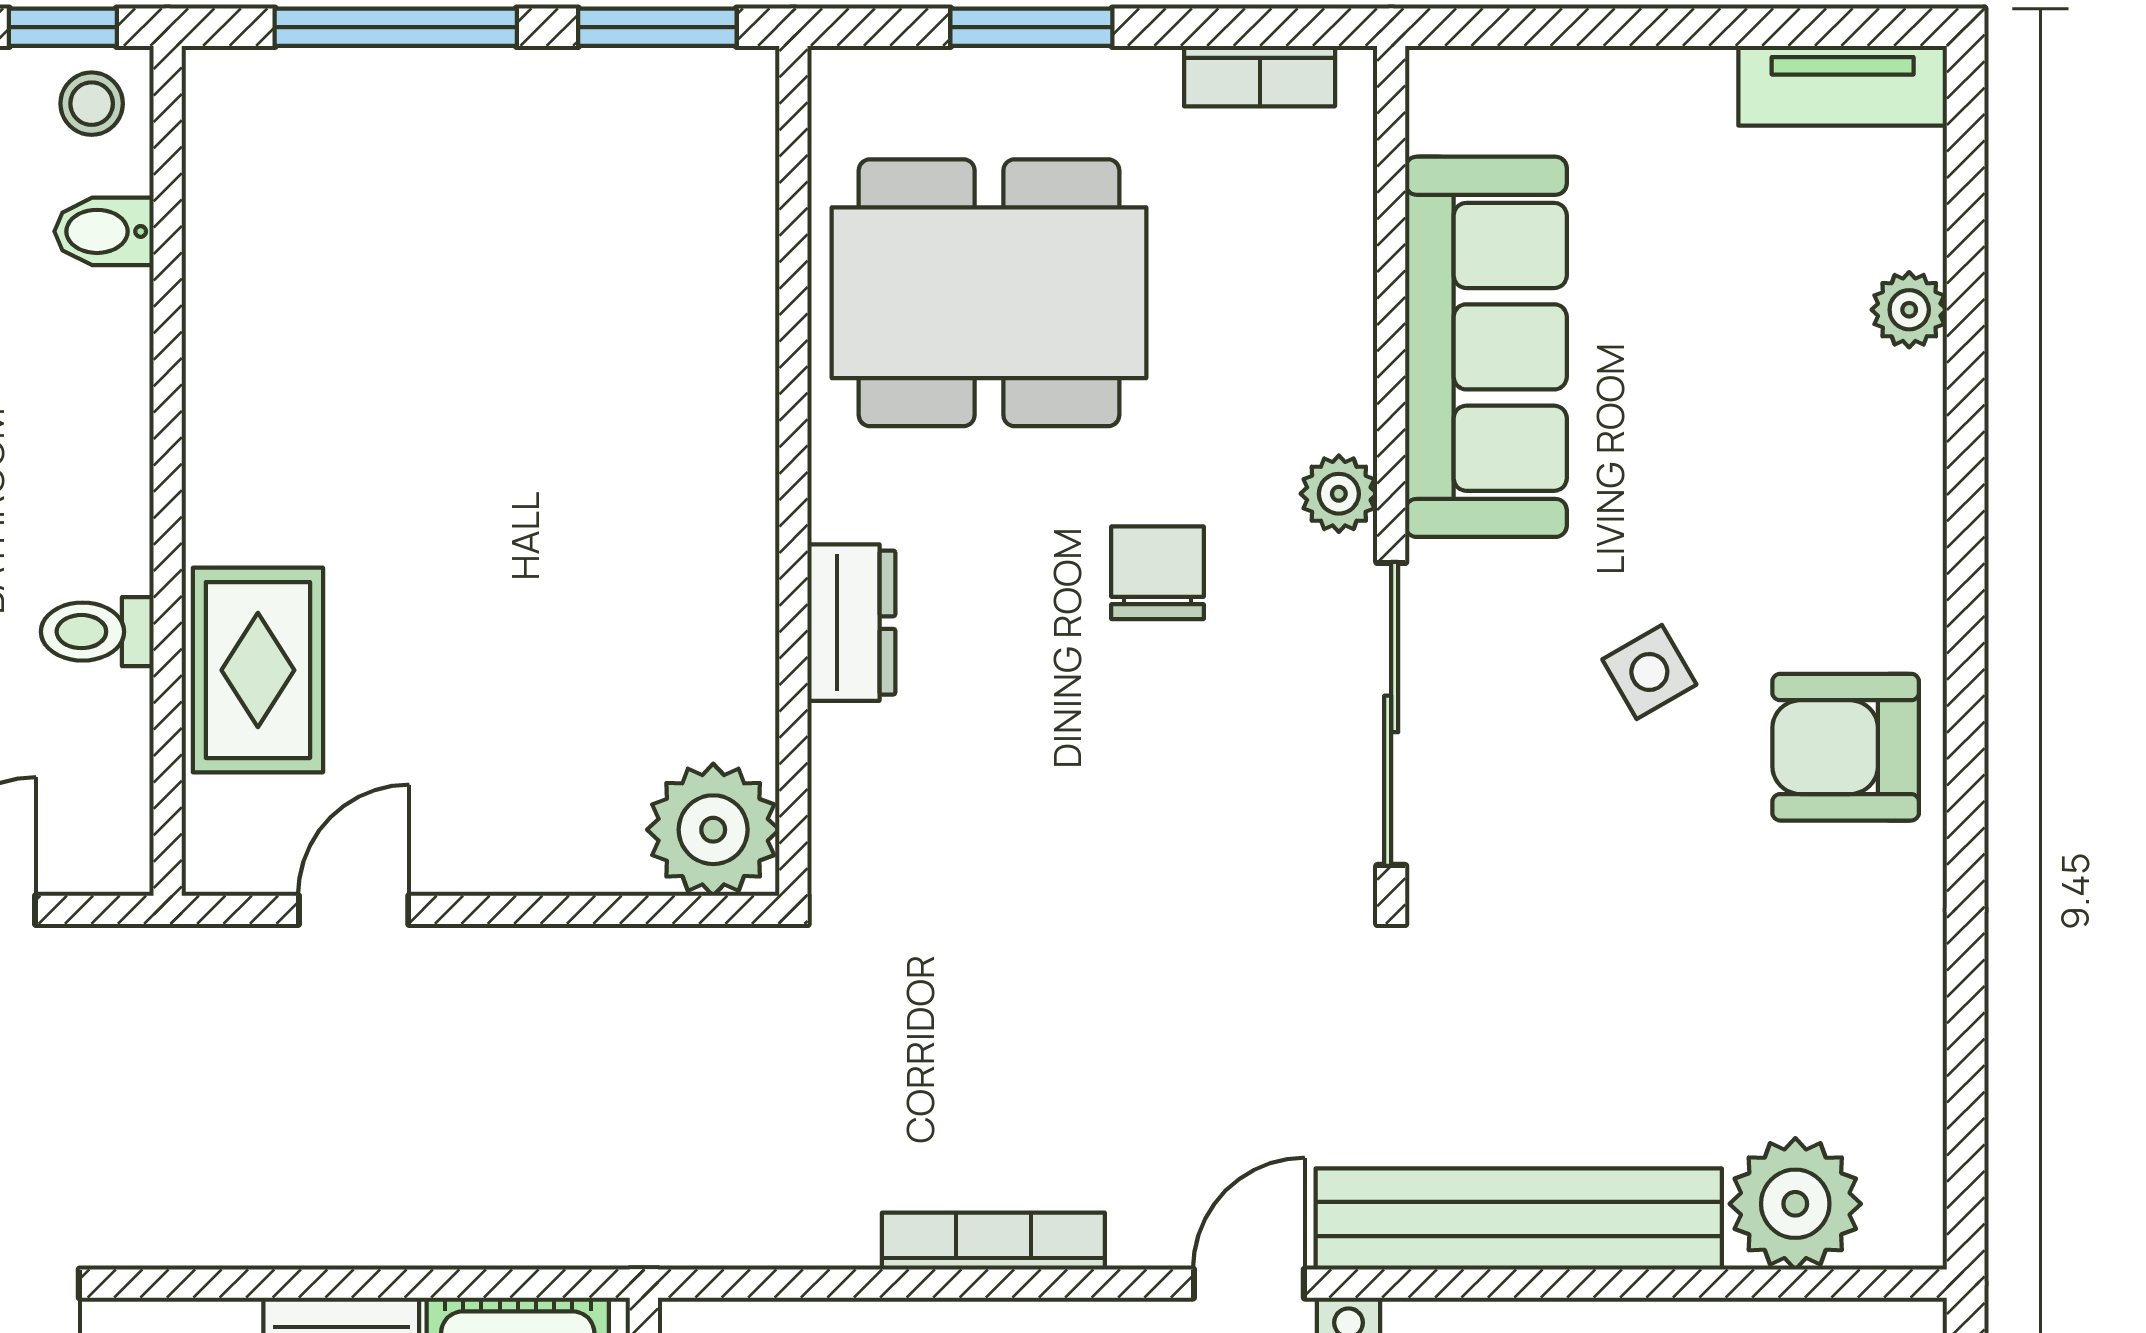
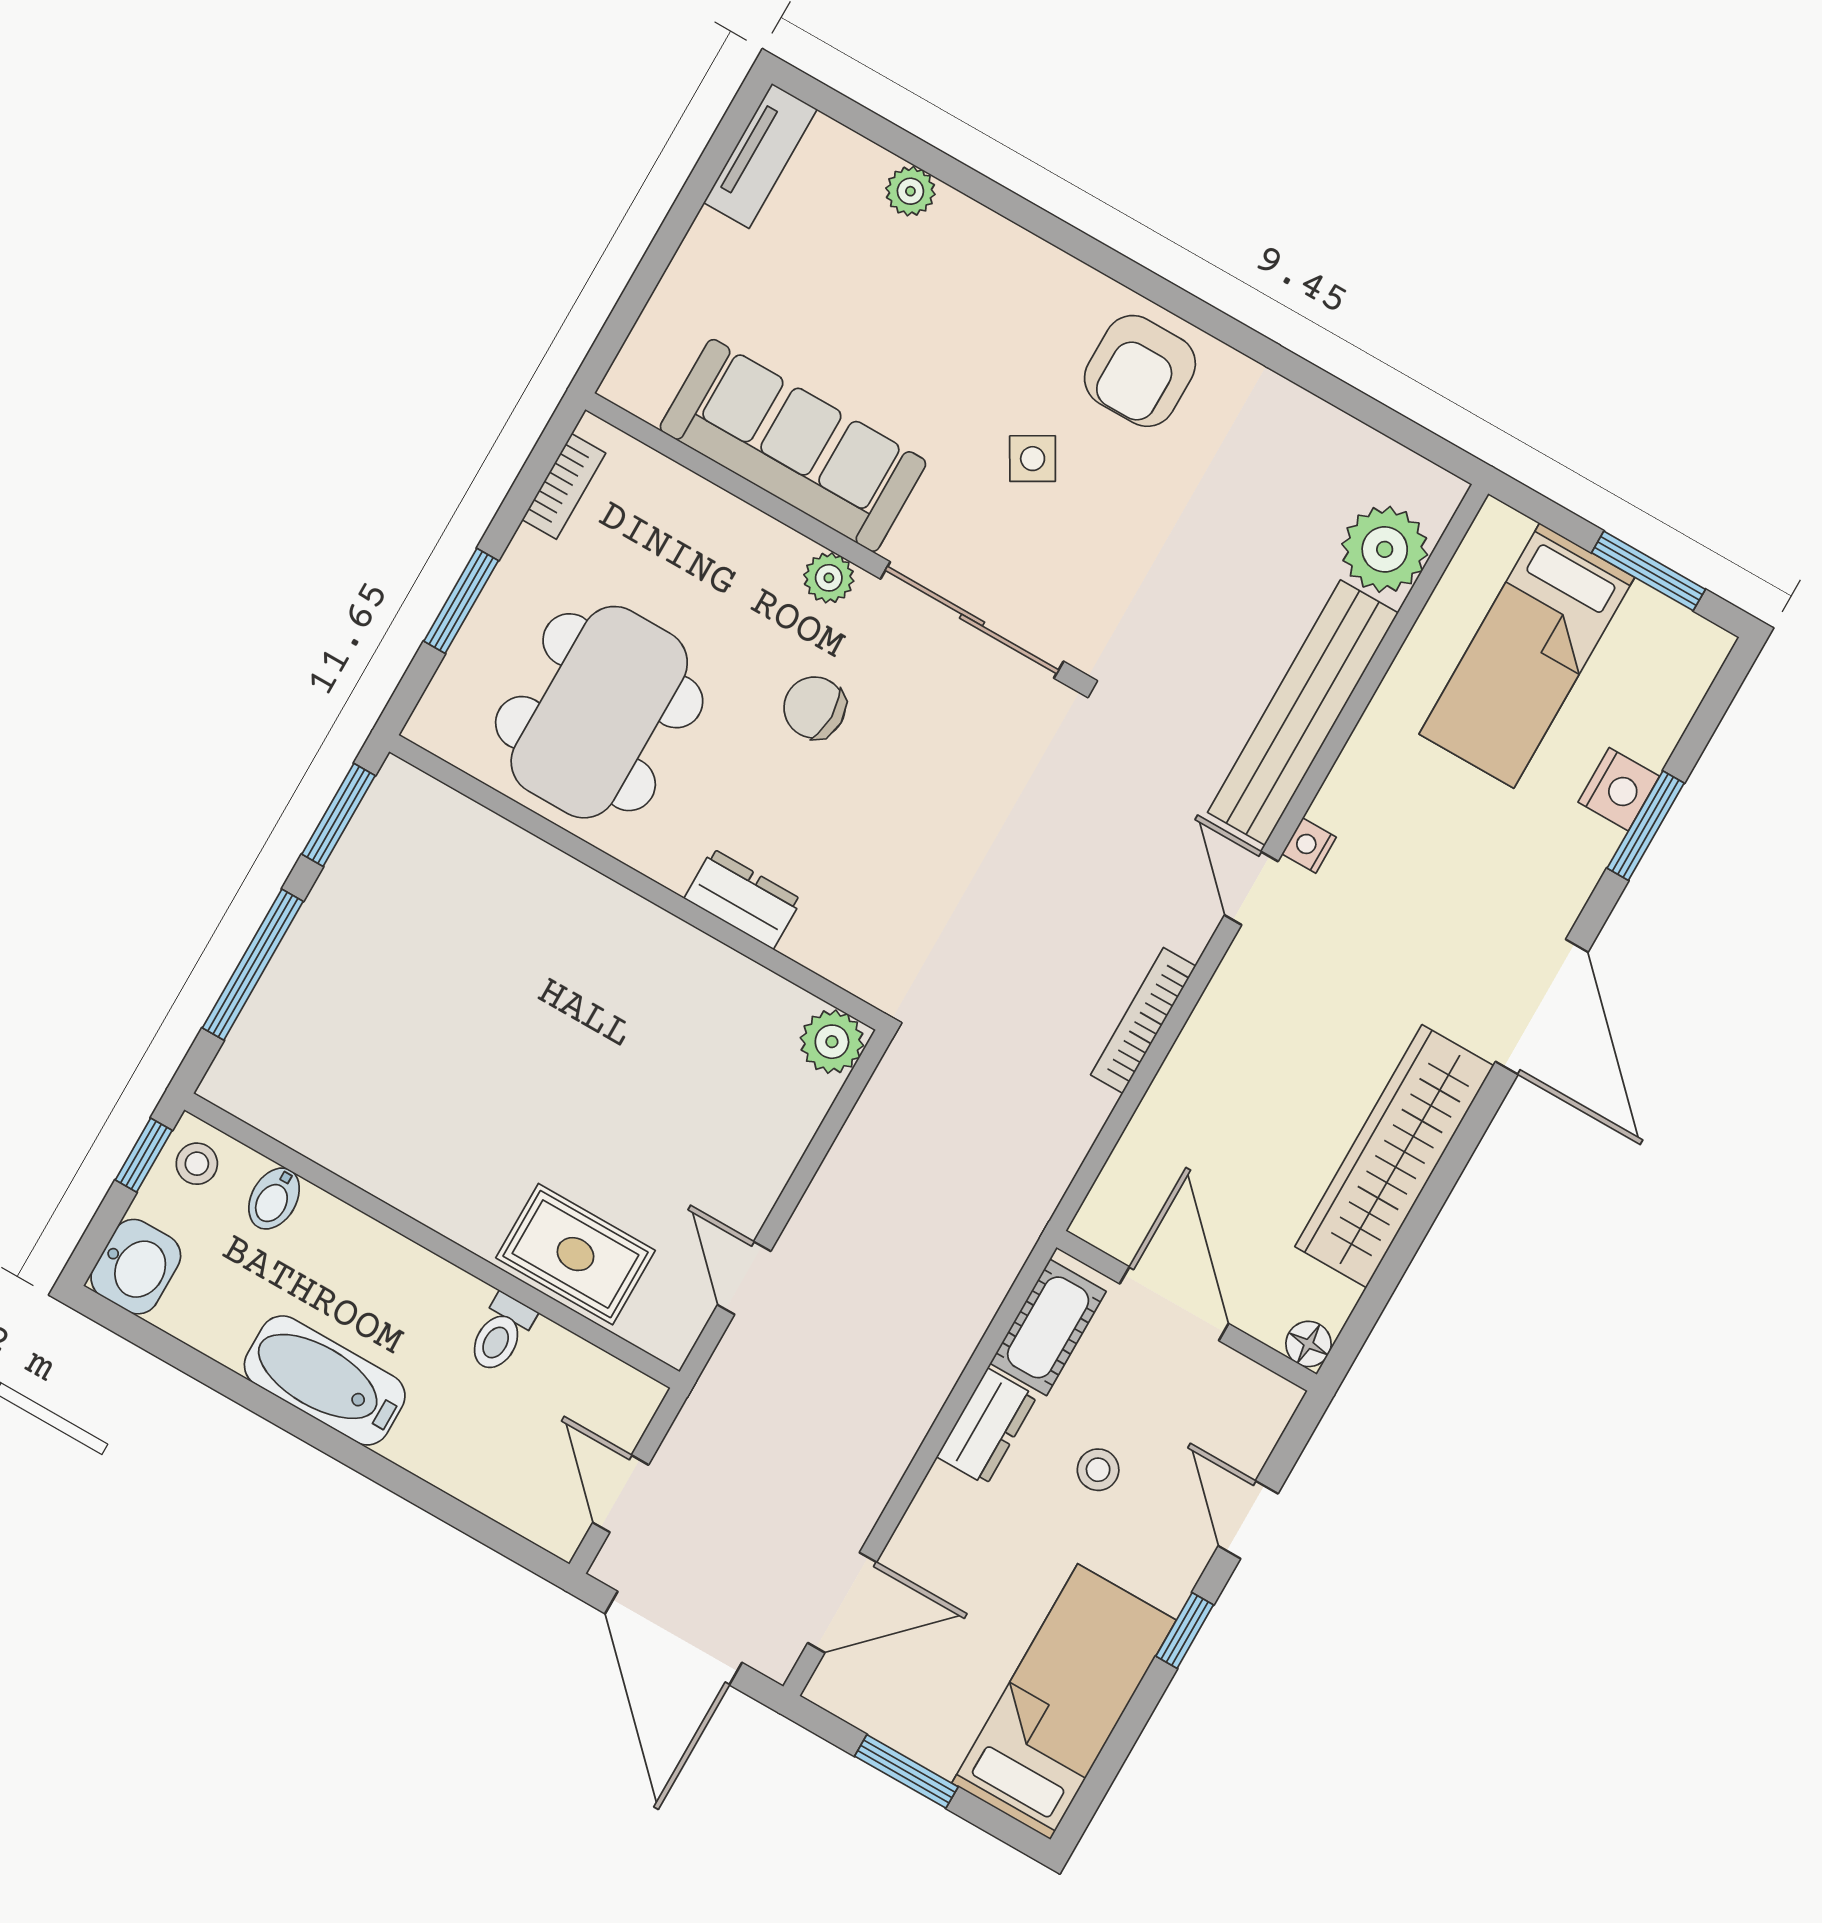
plant: (713, 830) -> (832, 1042), width x0.73, depth x0.73

